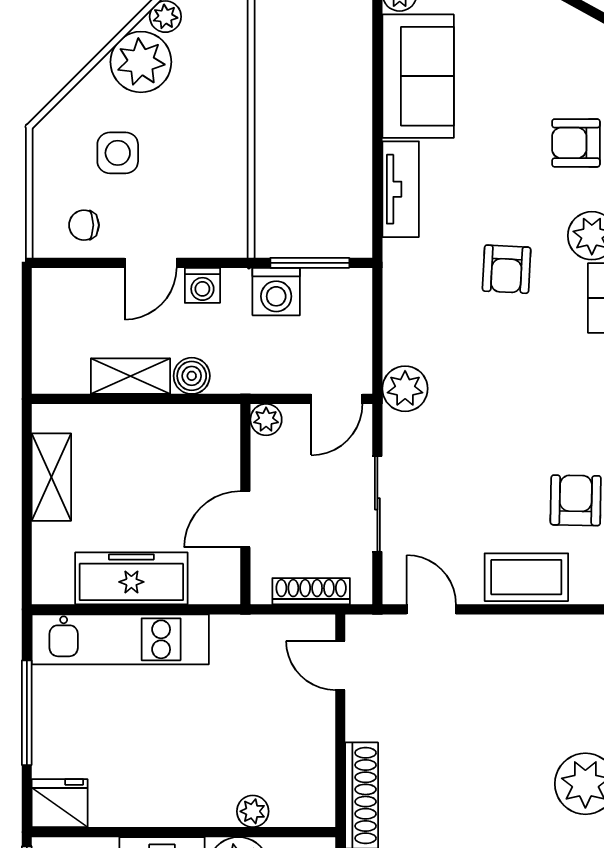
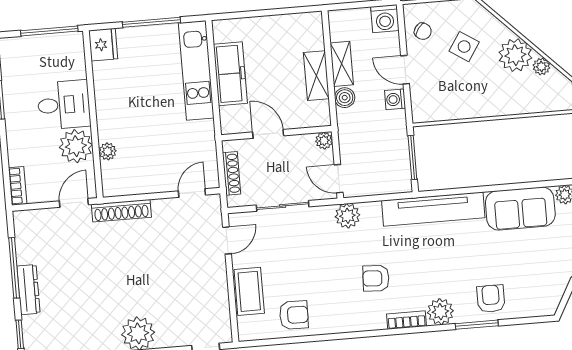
side table: (118, 153) -> (464, 47), turned 33
tv unit: (401, 189) -> (433, 209), width x1.92, depth x1.29
chair: (84, 225) -> (423, 31), turned 127
armchair: (507, 269) -> (376, 278), moved
washing machine: (276, 292) -> (385, 19), moved, turned -90
shelving: (51, 477) -> (316, 76), moved, turned 90

